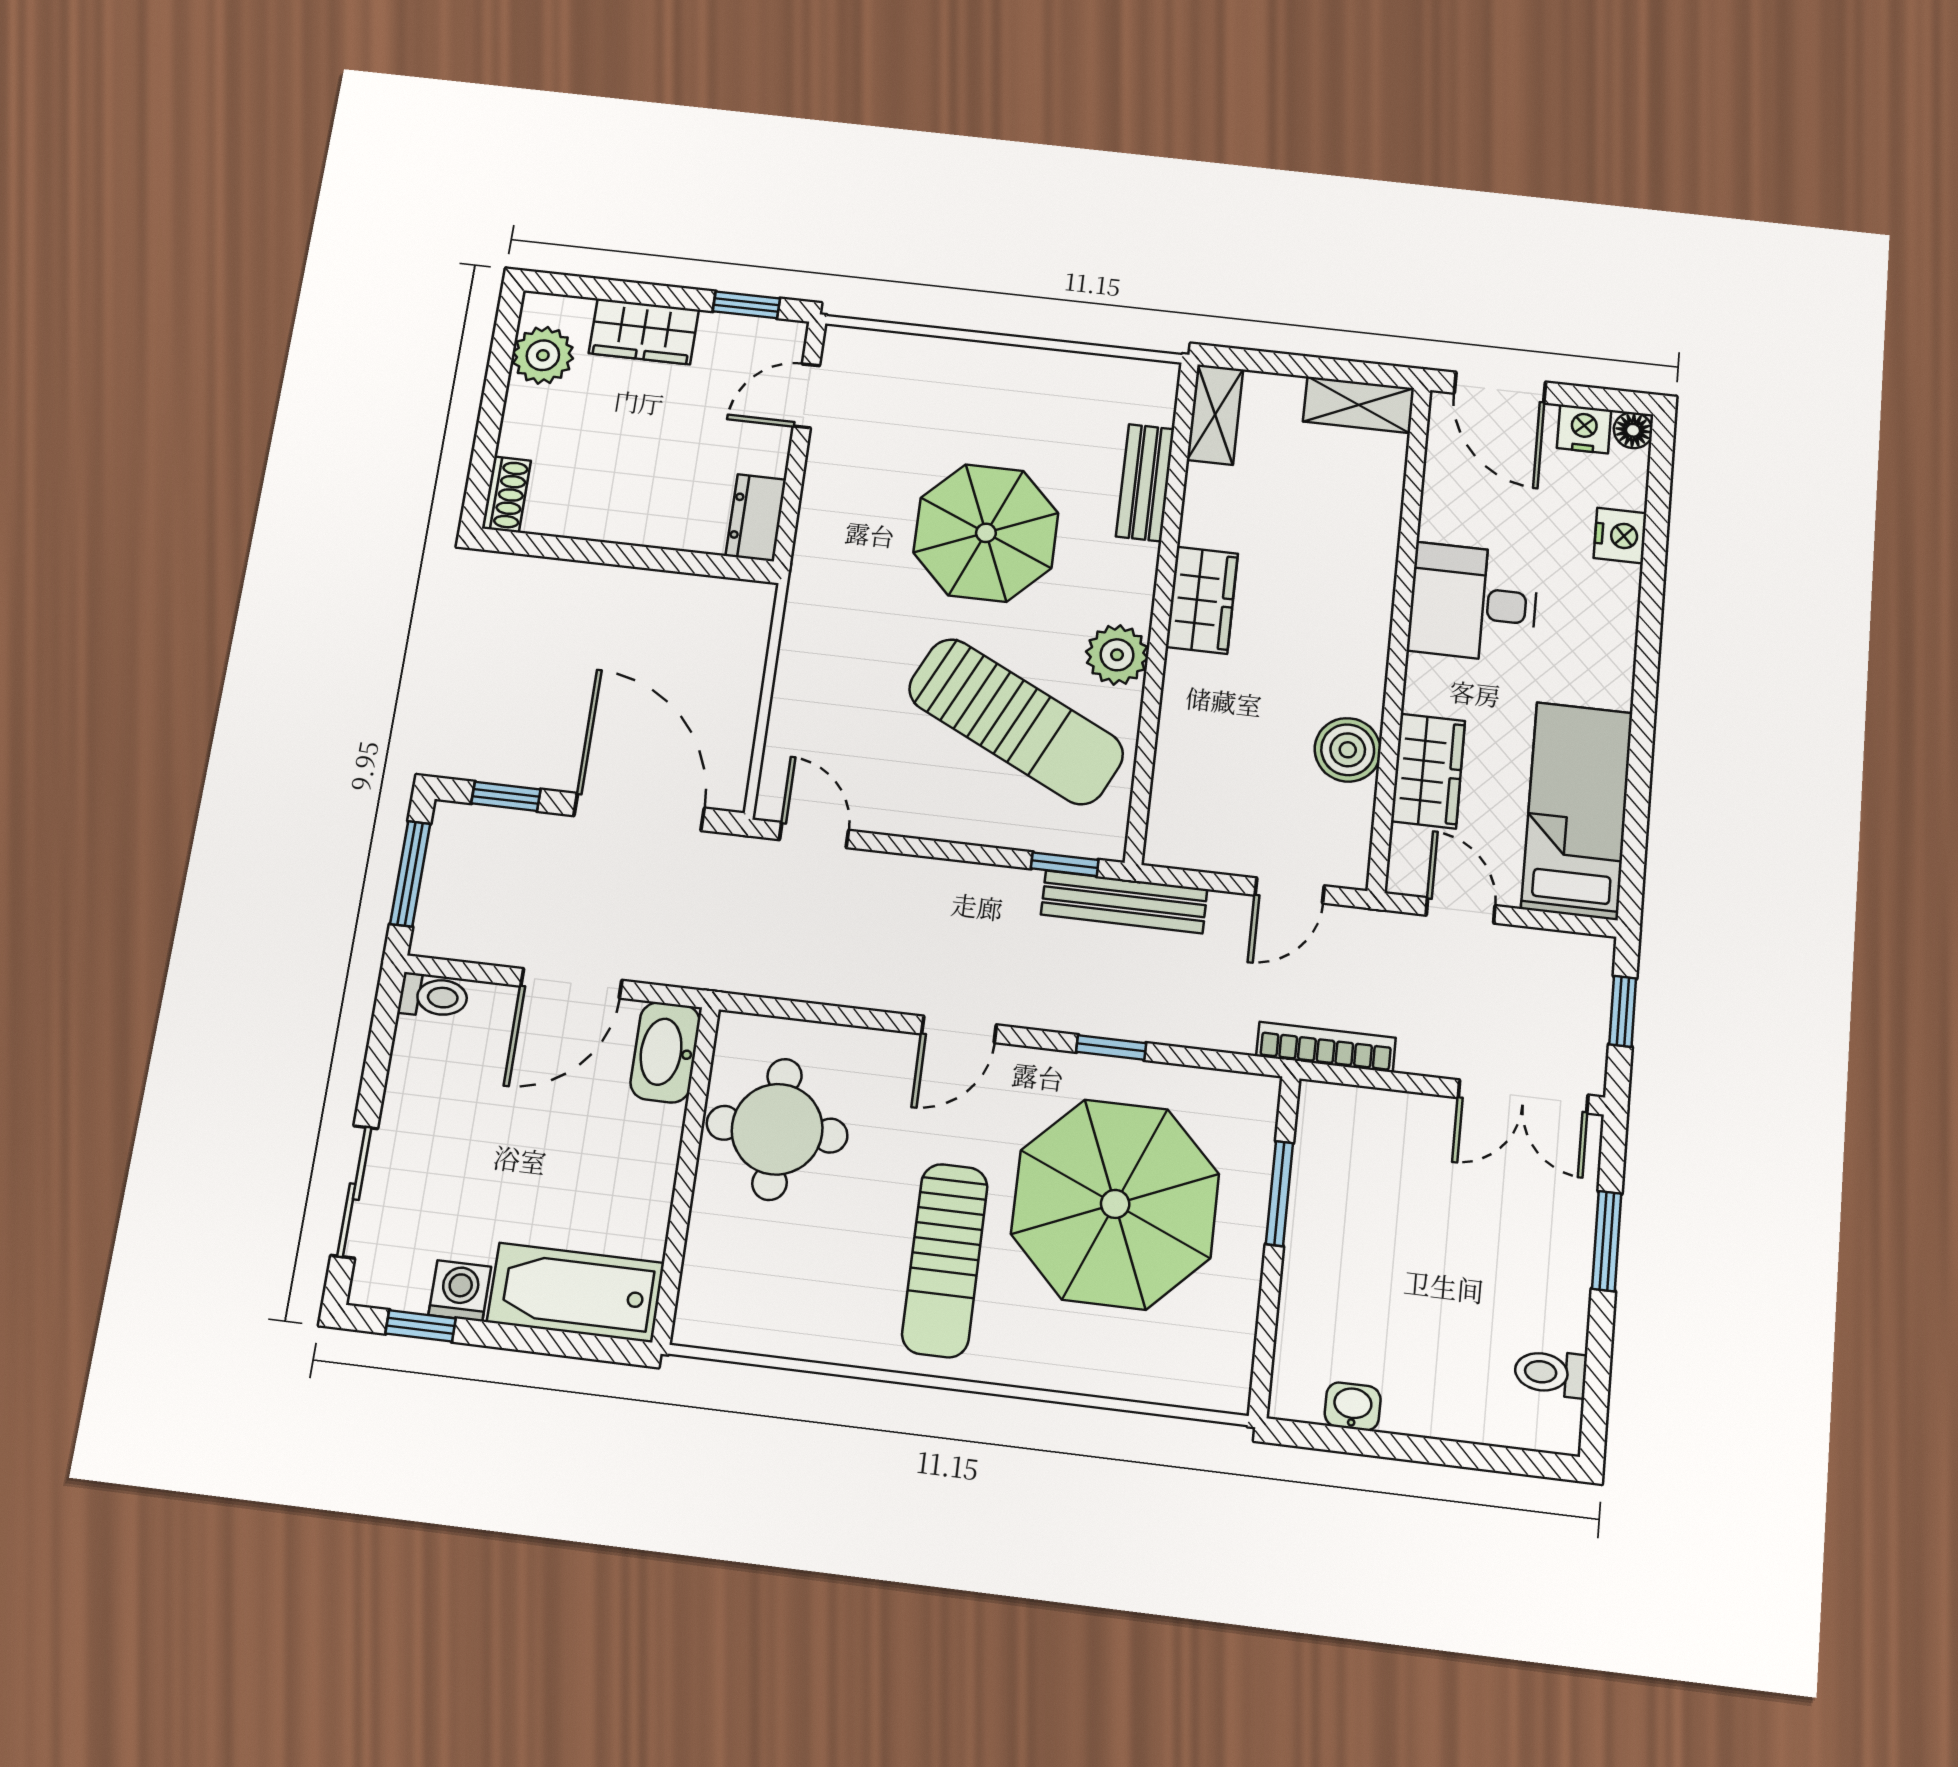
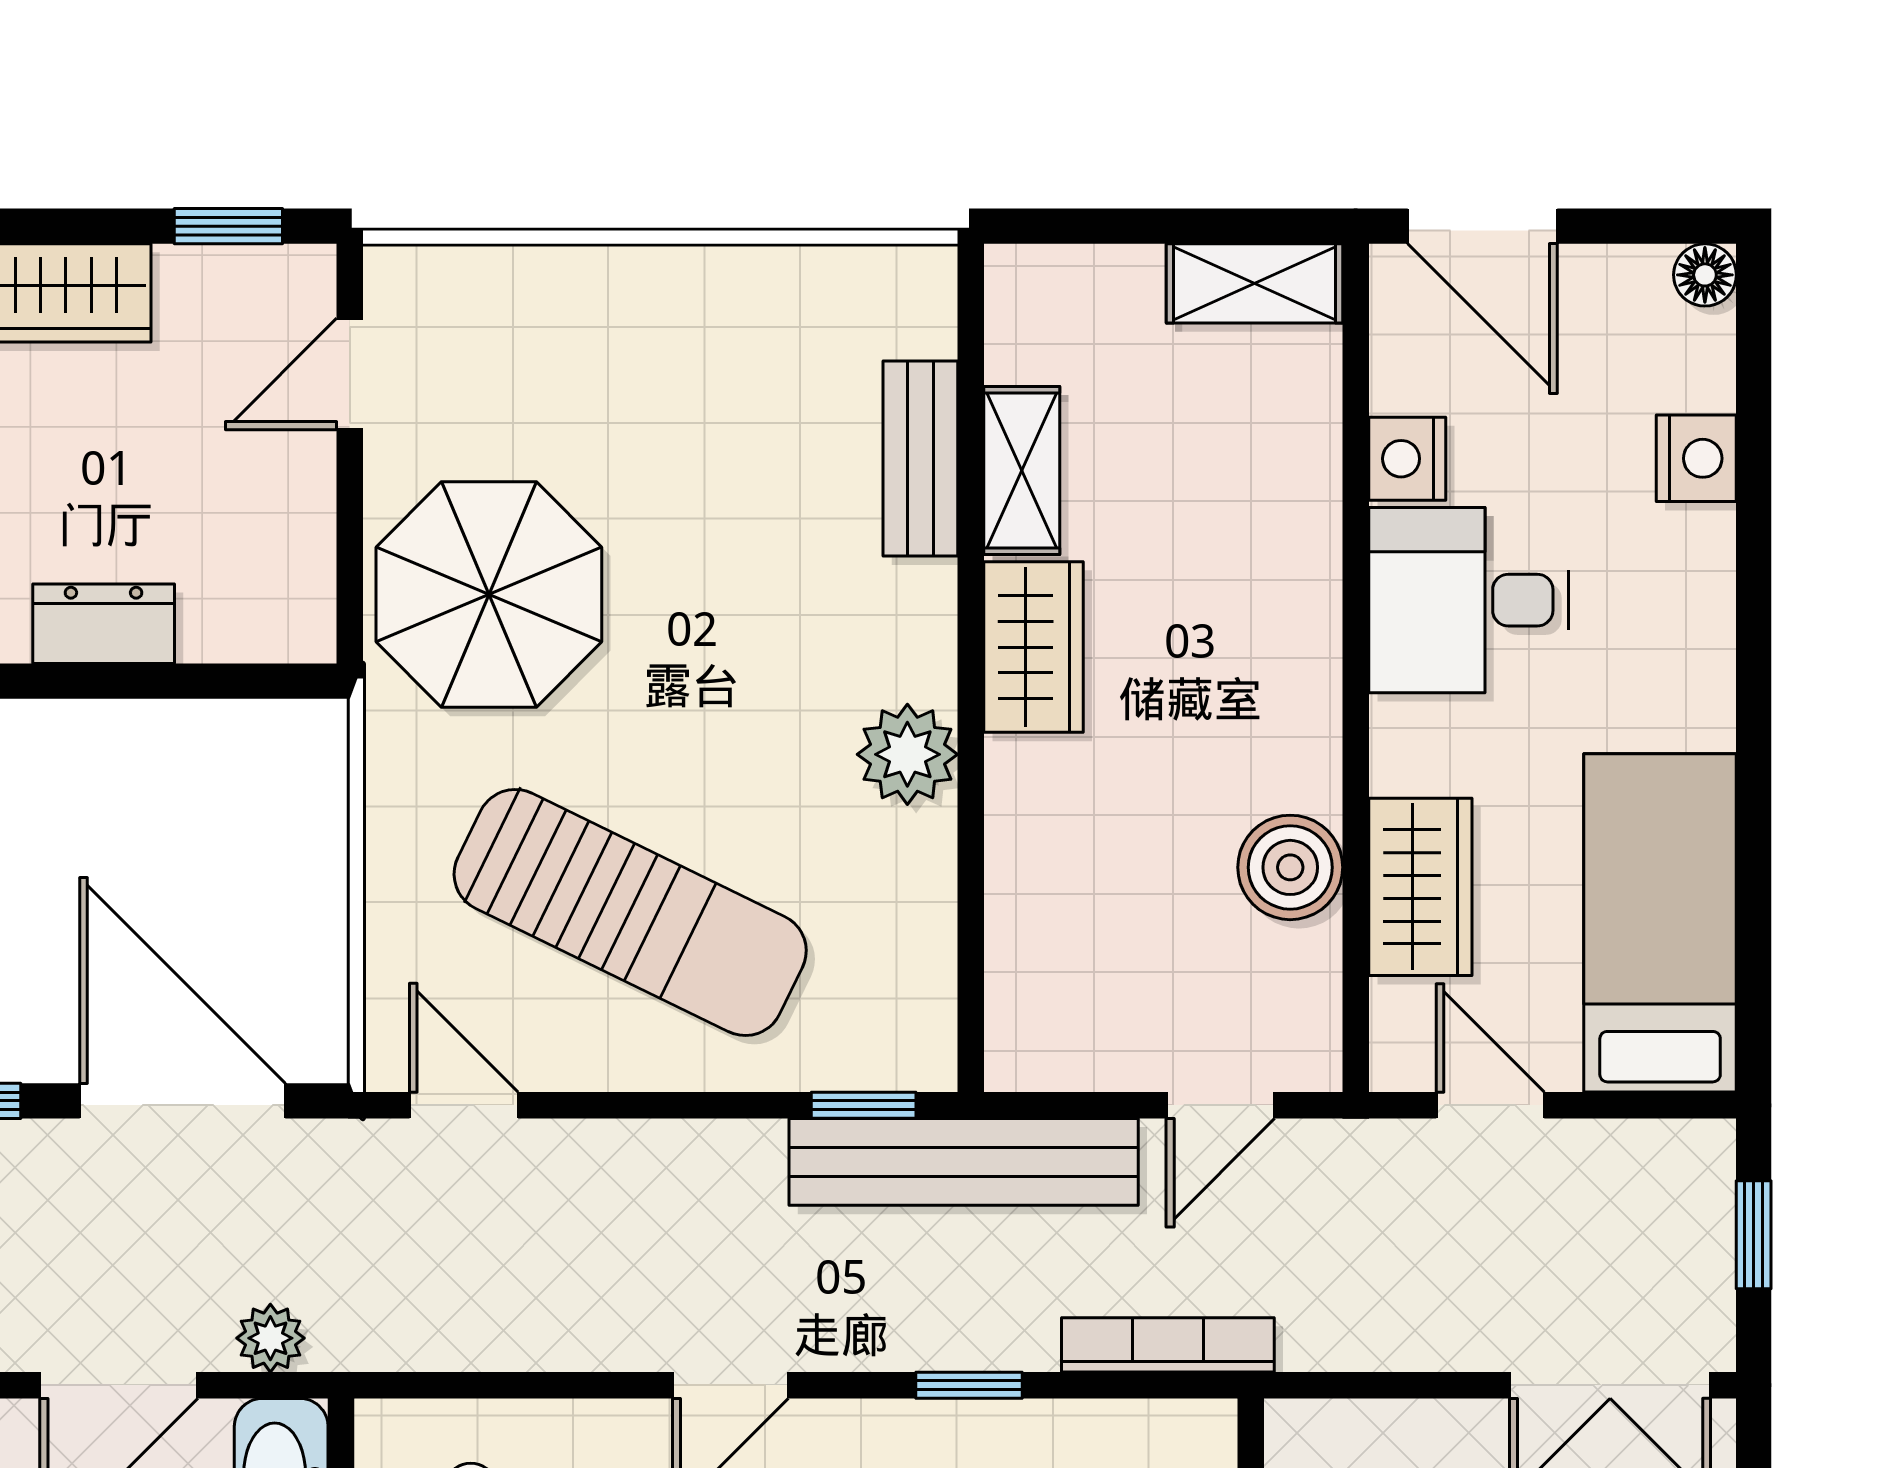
shelving: (1215, 415) -> (1022, 471), moved
nightstand: (1584, 429) -> (1407, 459), moved, turned -90
dresser: (756, 518) -> (104, 624), moved, turned 90
parasol: (986, 533) -> (489, 595), moved
sun lounger: (1016, 721) -> (630, 912), moved
bench: (1124, 902) -> (964, 1162), width x1.37, depth x1.21
plant: (672, 965) -> (270, 1338), added
bookcase: (1326, 1047) -> (1168, 1345), moved

